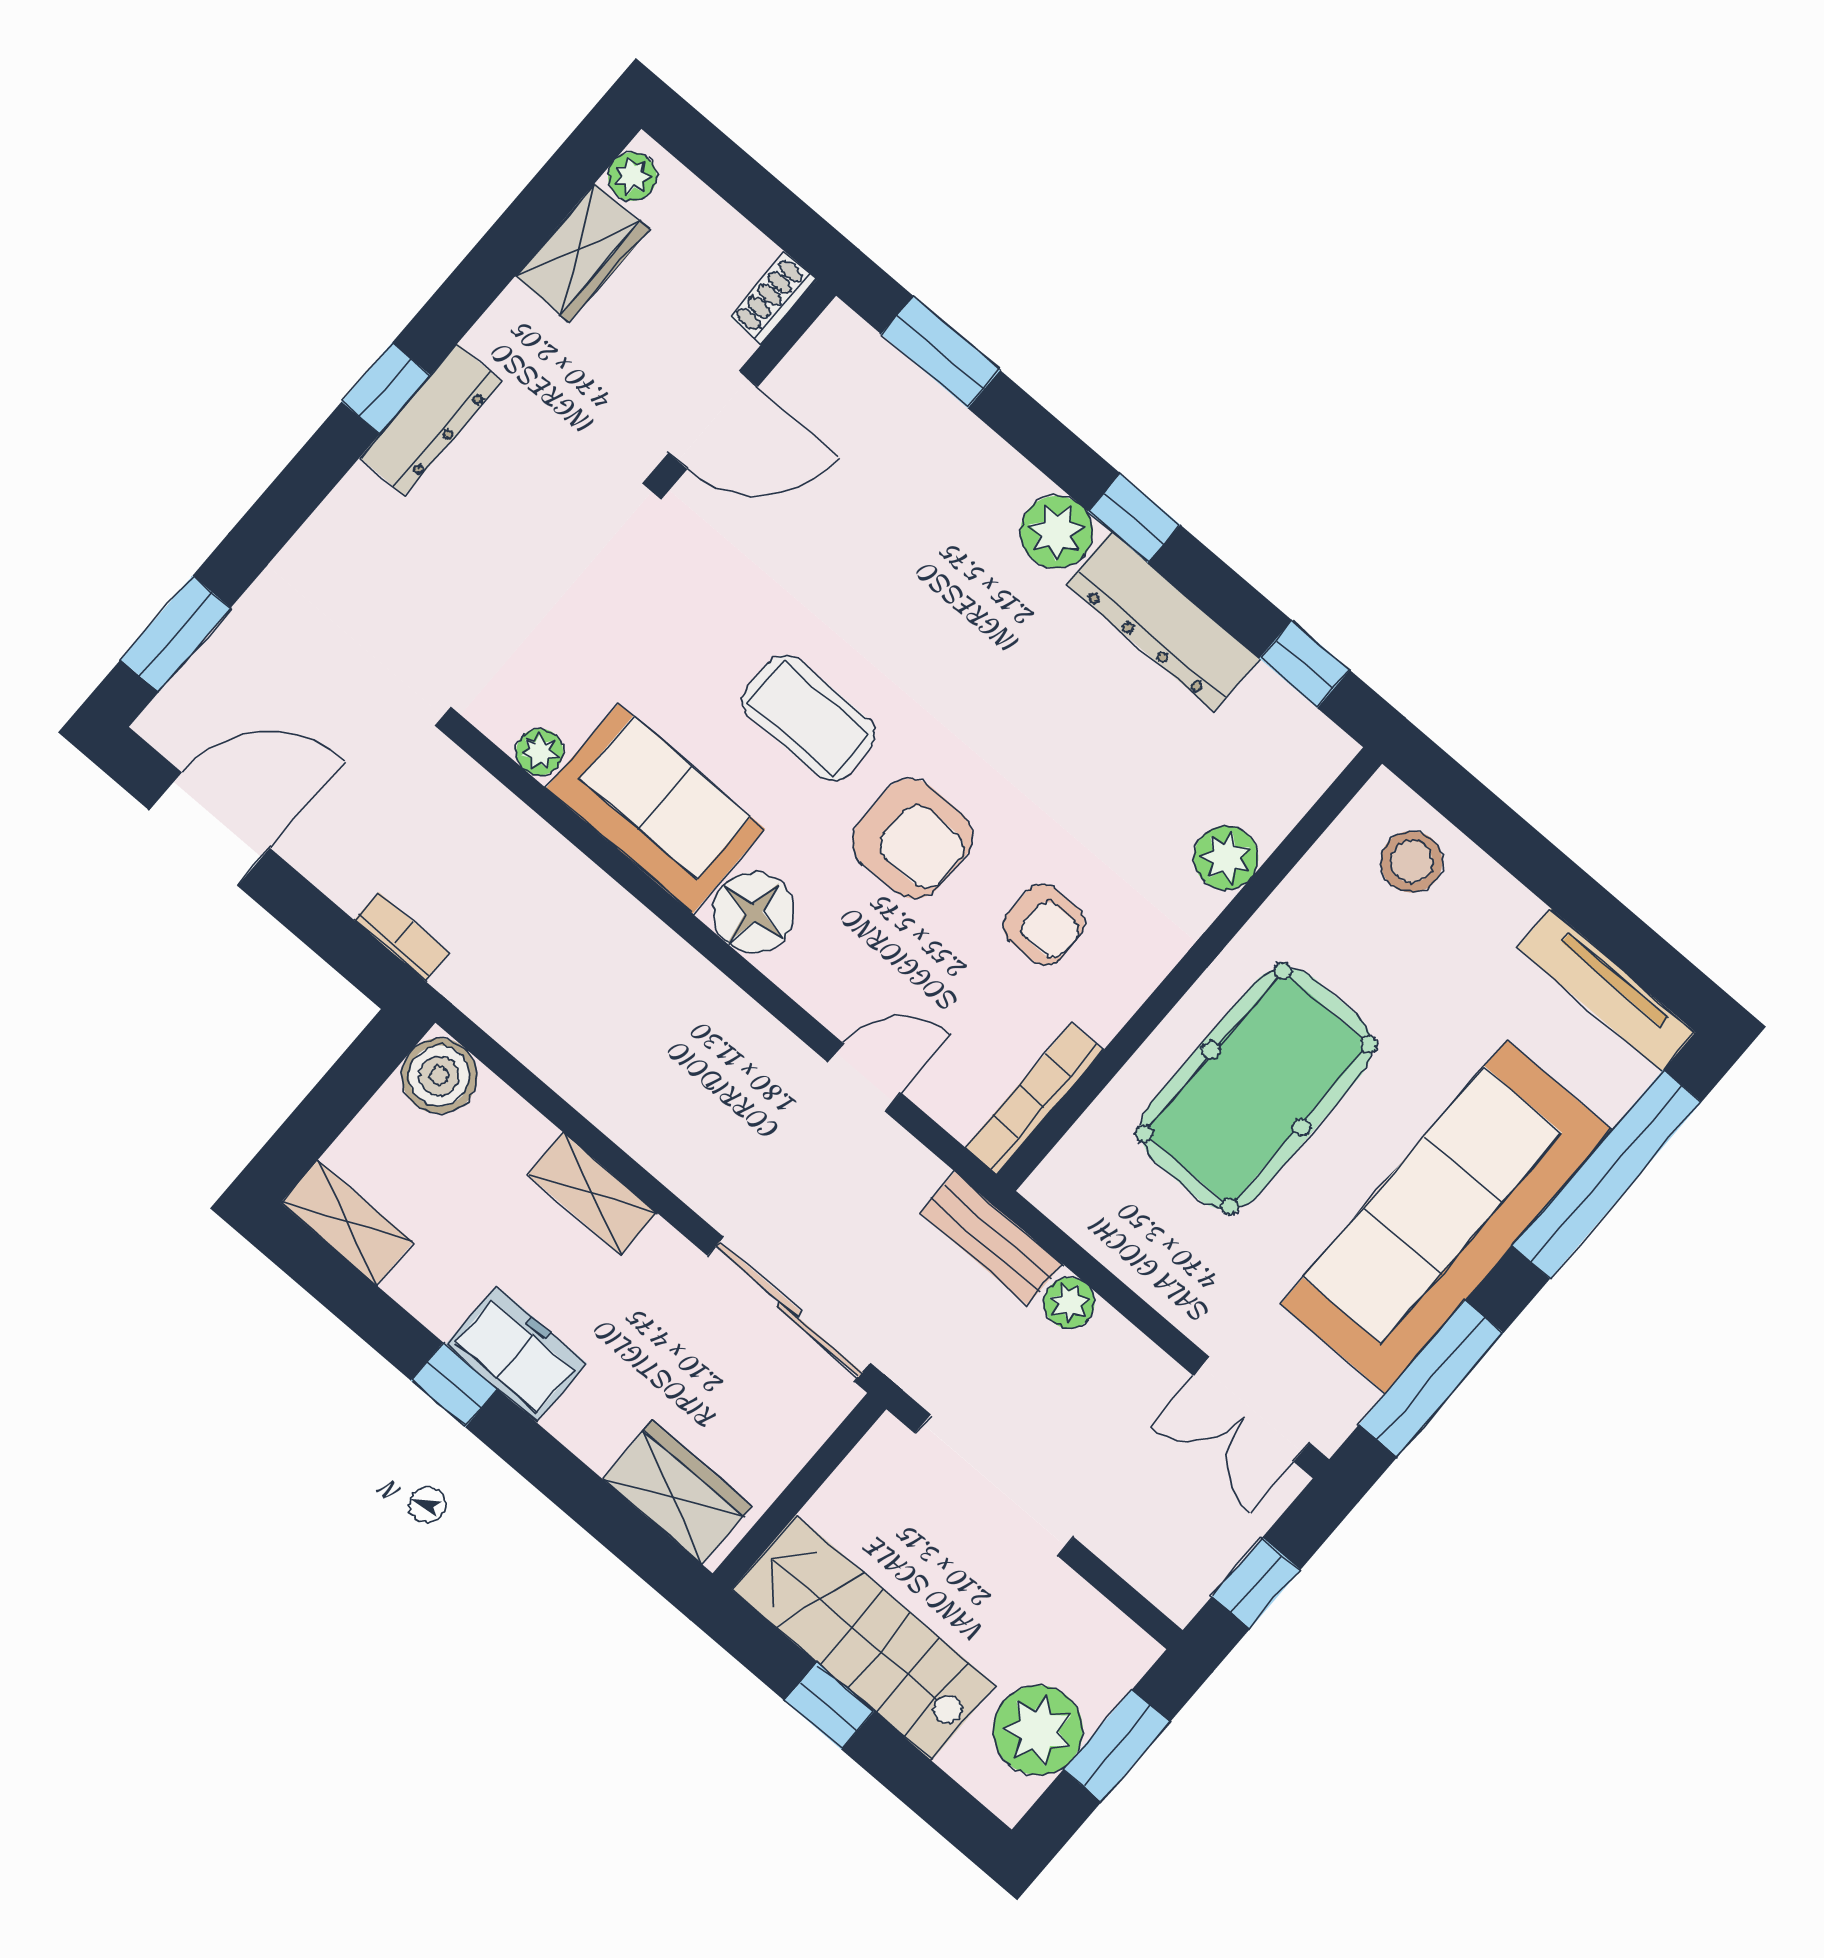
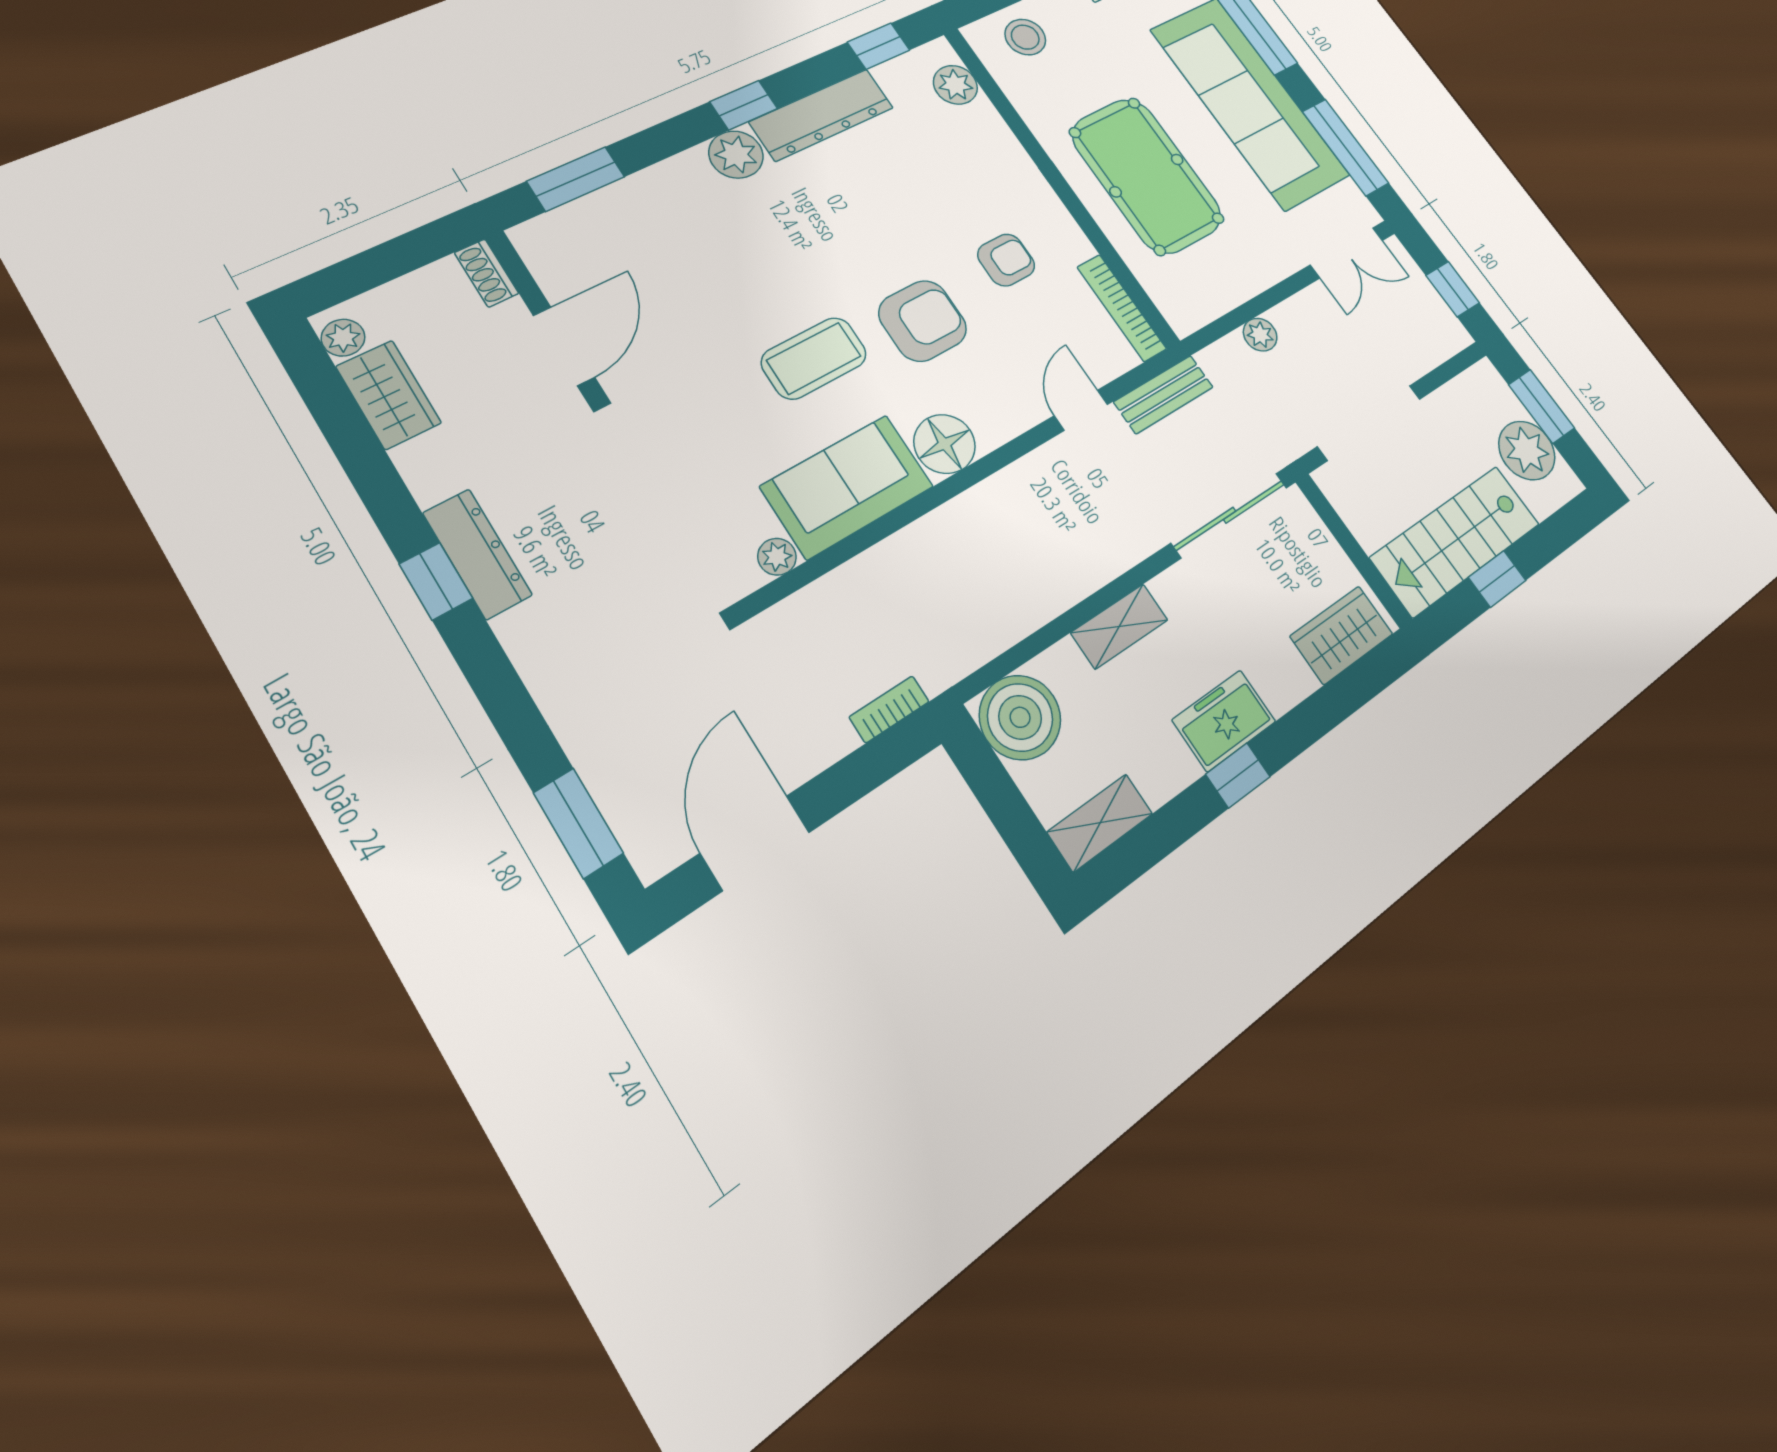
plant: (1226, 858) -> (955, 85), moved
boiler: (439, 1076) -> (1020, 717), width x1.37, depth x1.37
bench: (991, 1238) -> (1164, 394), moved

